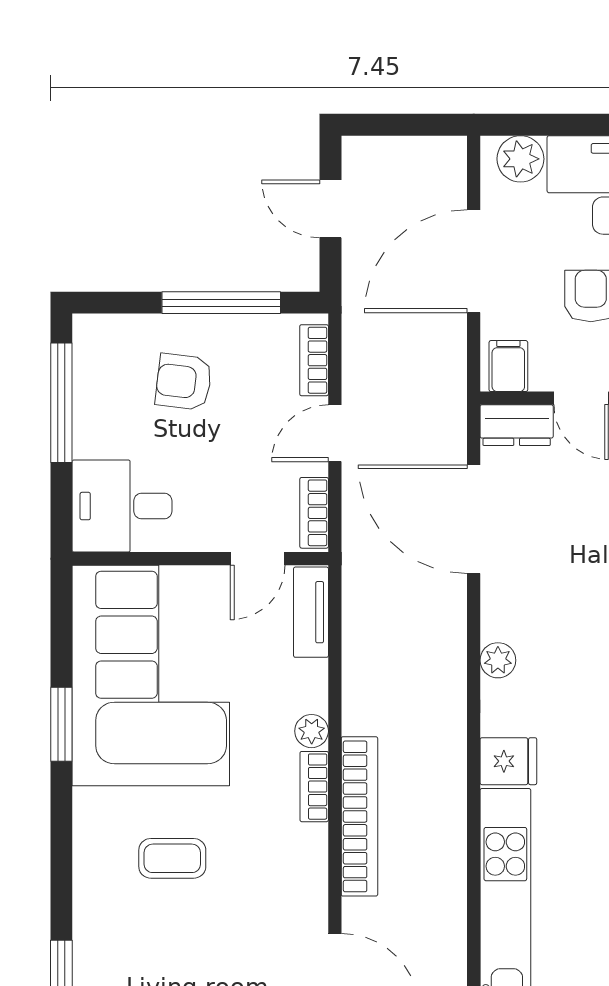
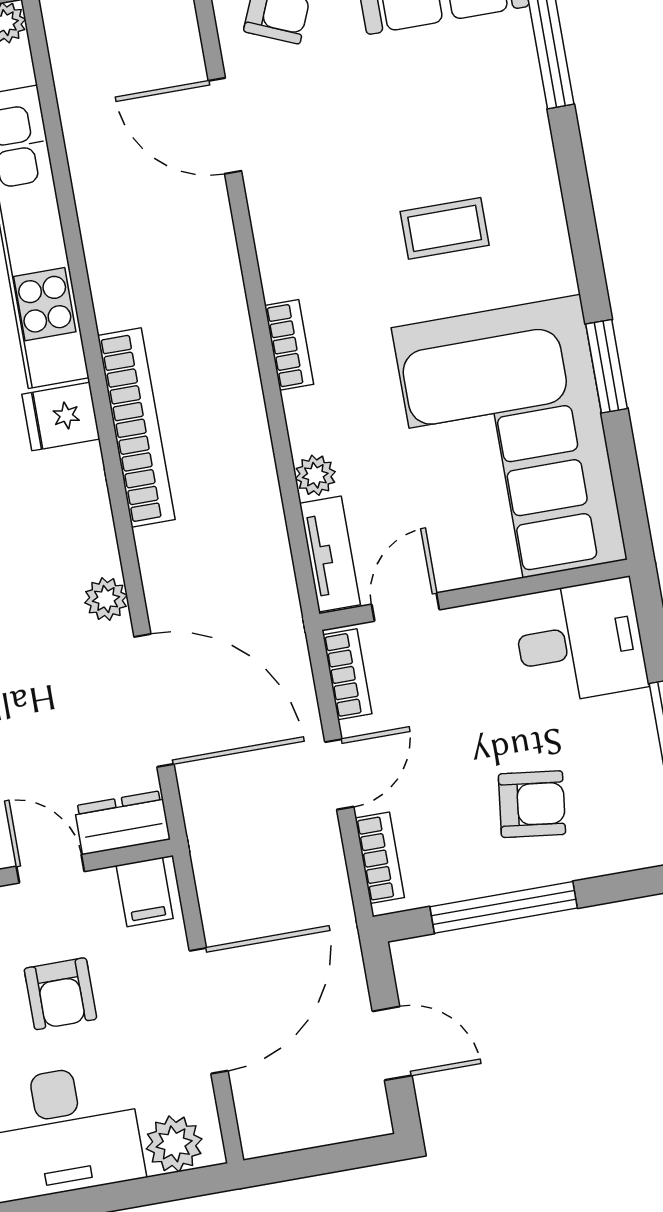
plant: (498, 660) -> (106, 599), moved
plant: (312, 731) -> (315, 475), moved
bookcase: (359, 816) -> (136, 427), moved, turned 180

